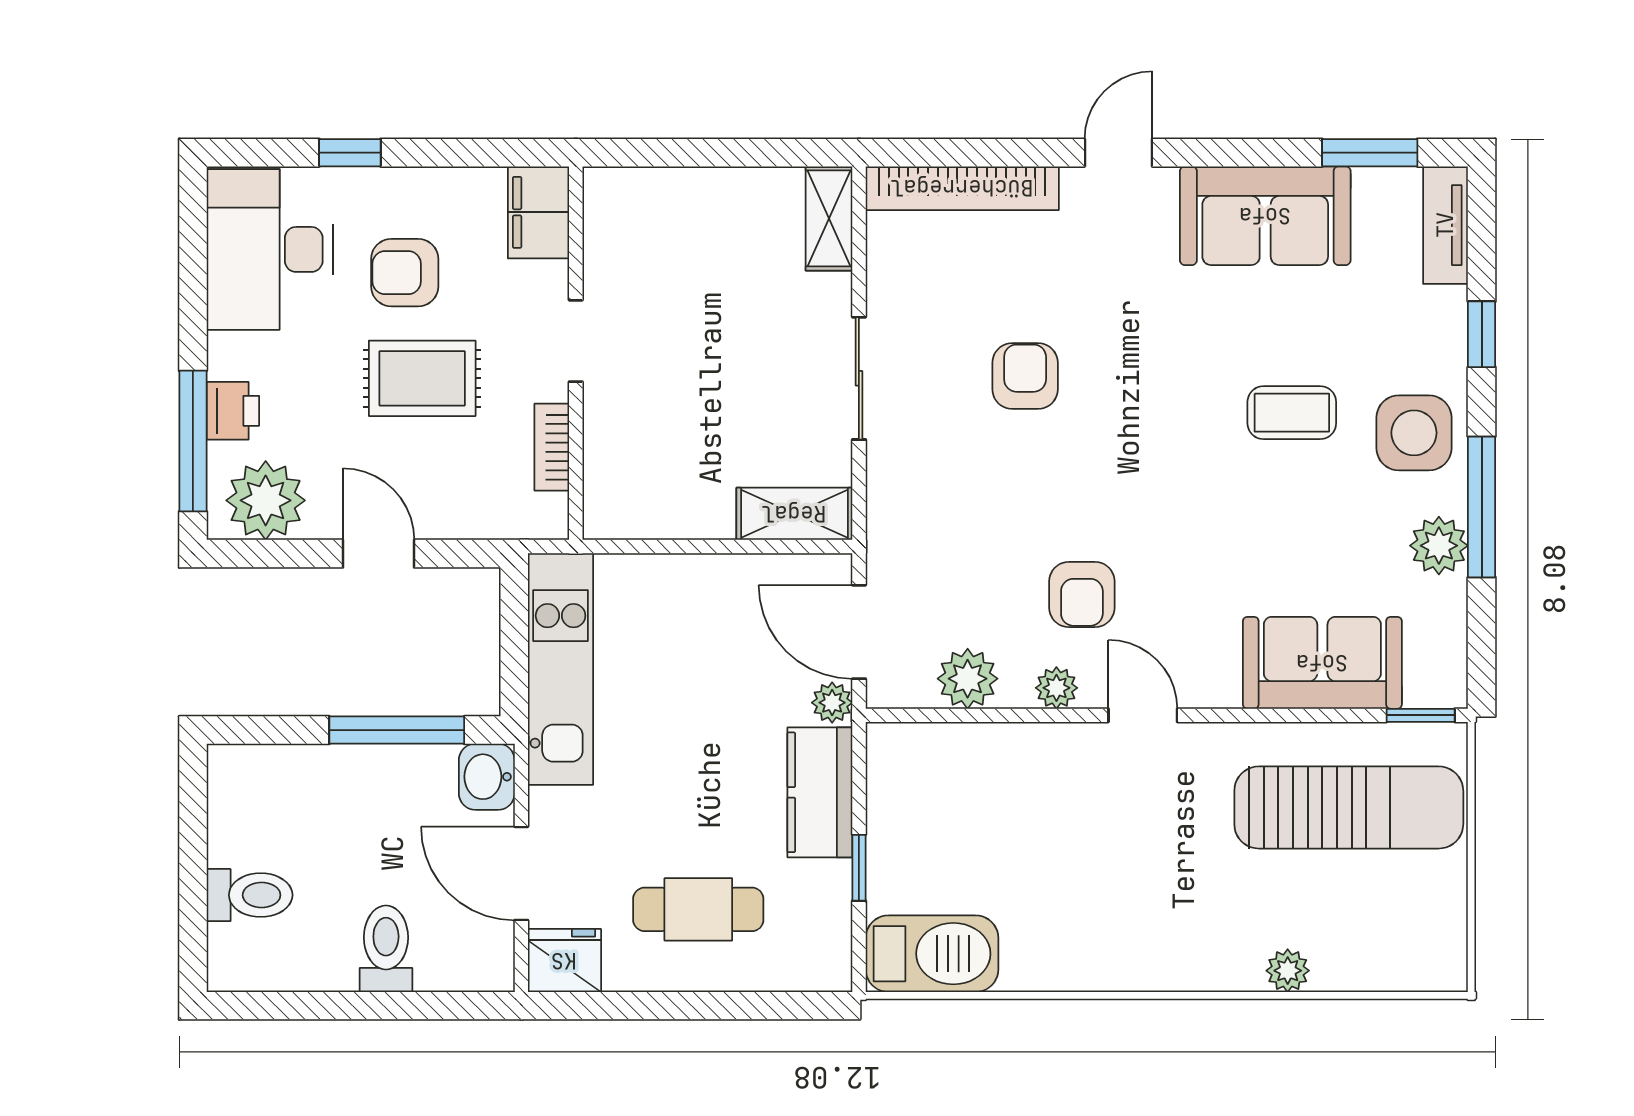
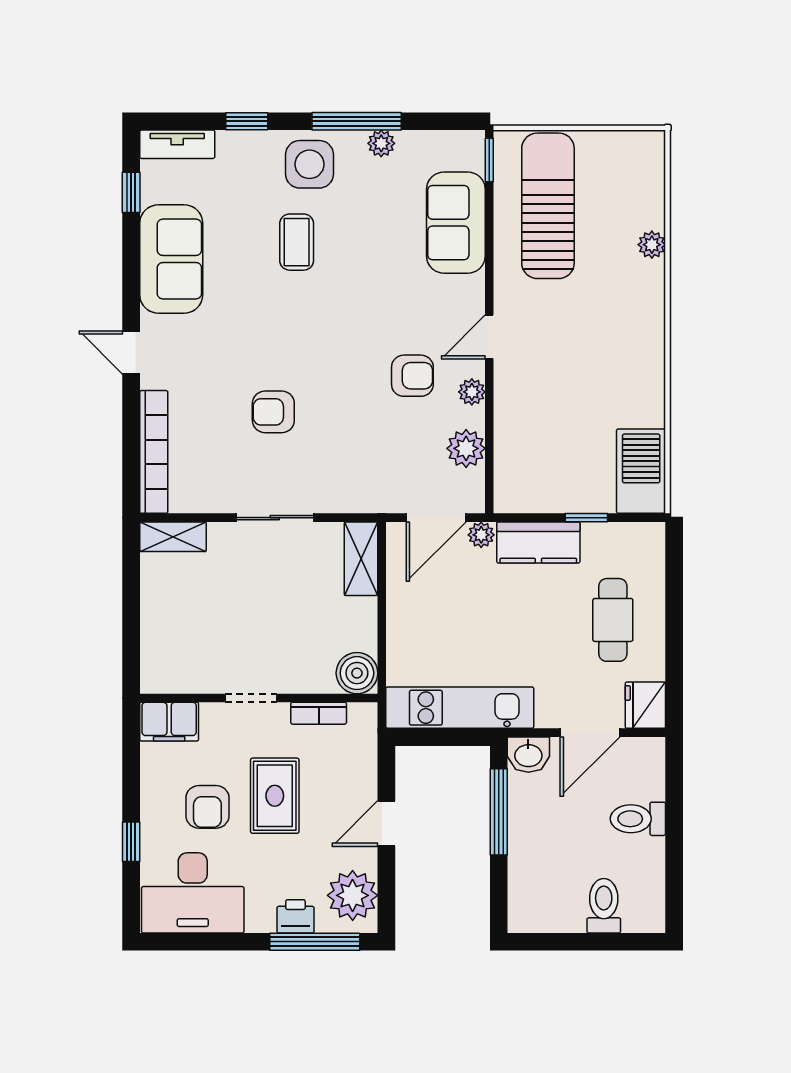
window: (1370, 153) -> (131, 192), width x0.67
boiler: (615, 507) -> (357, 673), added
plant: (1439, 546) -> (381, 143), width x0.73, depth x0.73

